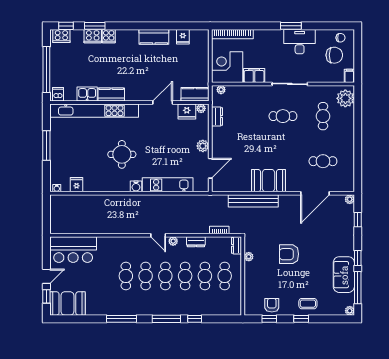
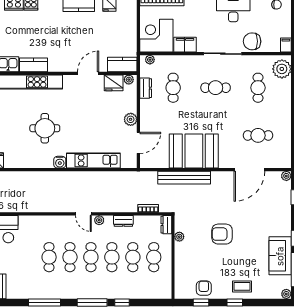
chair: (334, 55) -> (252, 41), moved, turned 180
cafe table: (243, 116) -> (173, 88), added
booth: (268, 181) -> (194, 151), width x1.36, depth x1.42

